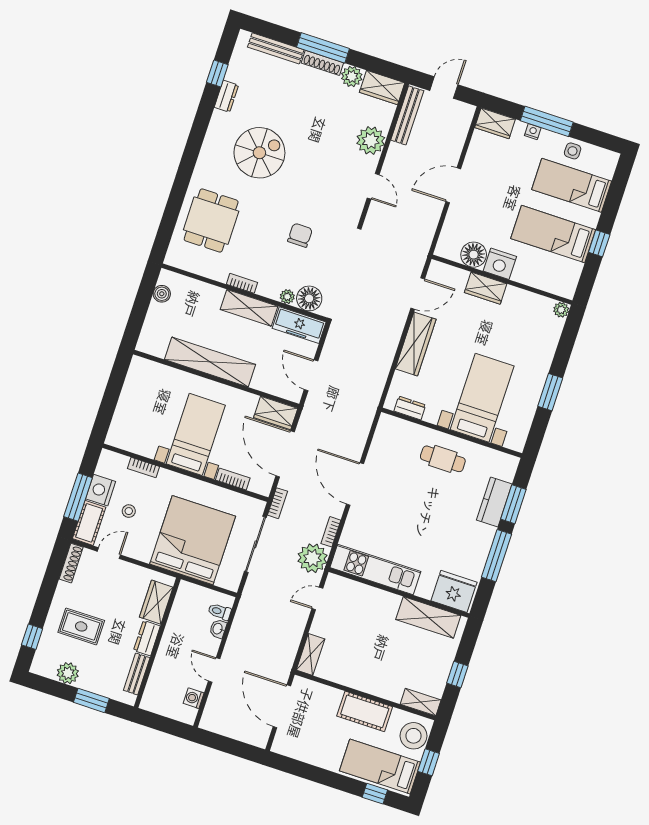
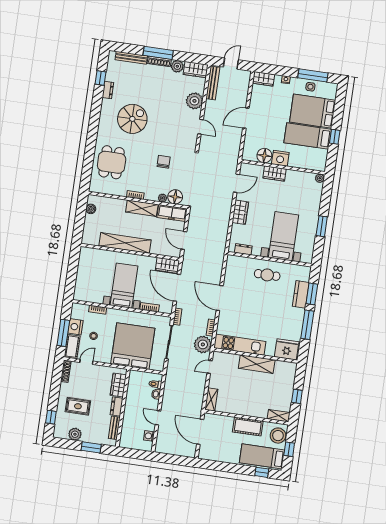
window: (547, 121) -> (313, 75), moved
bed: (572, 185) -> (313, 111), width x1.50
wardrobe: (416, 344) -> (240, 212), width x0.67
shelving: (428, 617) -> (257, 364), moved

